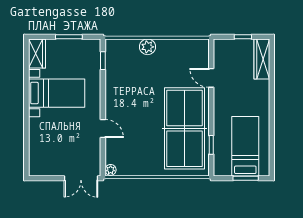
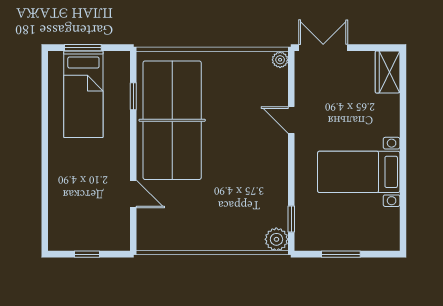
plant: (148, 47) -> (276, 239), moved
wardrobe: (37, 54) -> (388, 72), moved
wardrobe: (262, 59) -> (59, 221), removed

